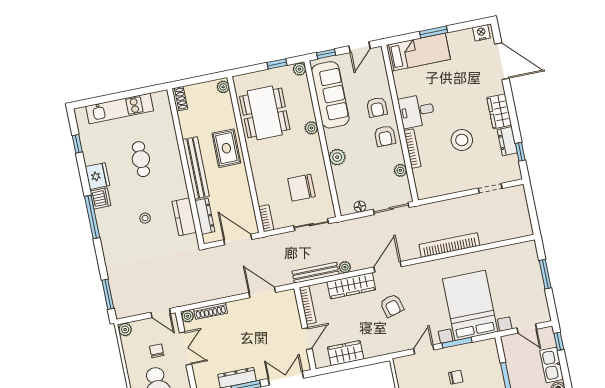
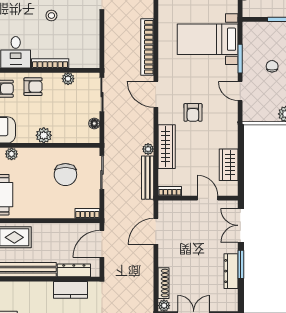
stool: (462, 140) -> (51, 16), width x0.53, depth x0.53
door: (388, 267) -> (156, 94), moved
bookcase: (308, 305) -> (170, 191), width x0.64
bed with nightstands: (470, 305) -> (208, 39), width x0.73
armchair: (392, 306) -> (193, 112), turned 105

